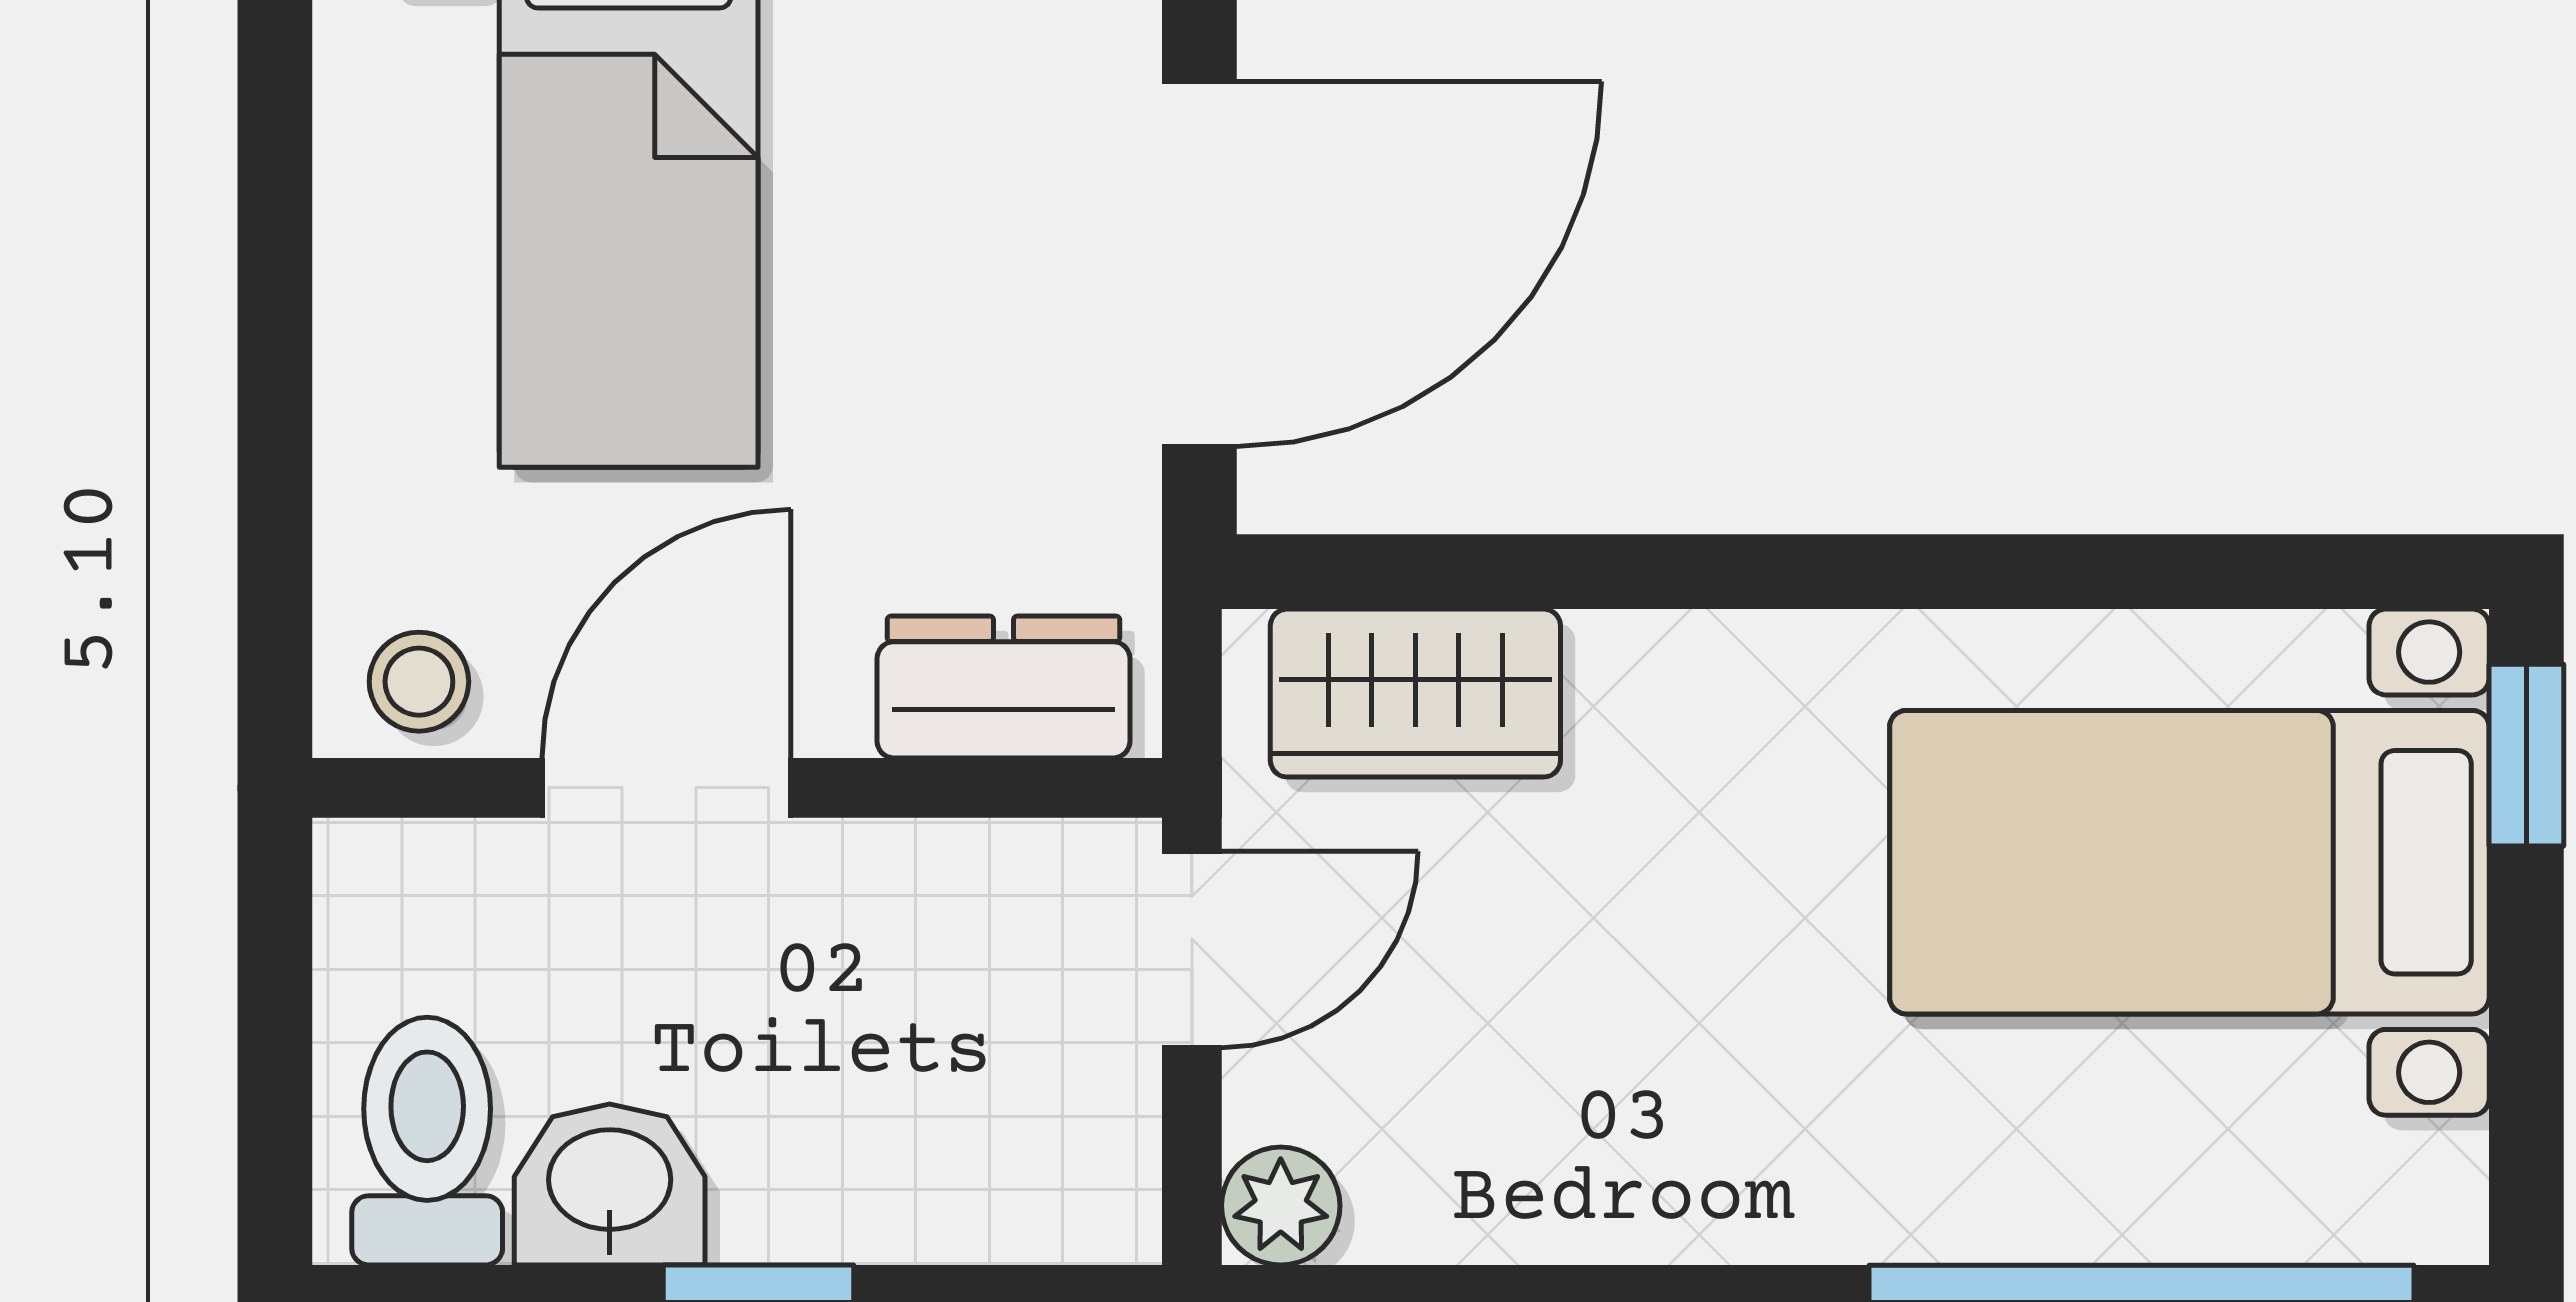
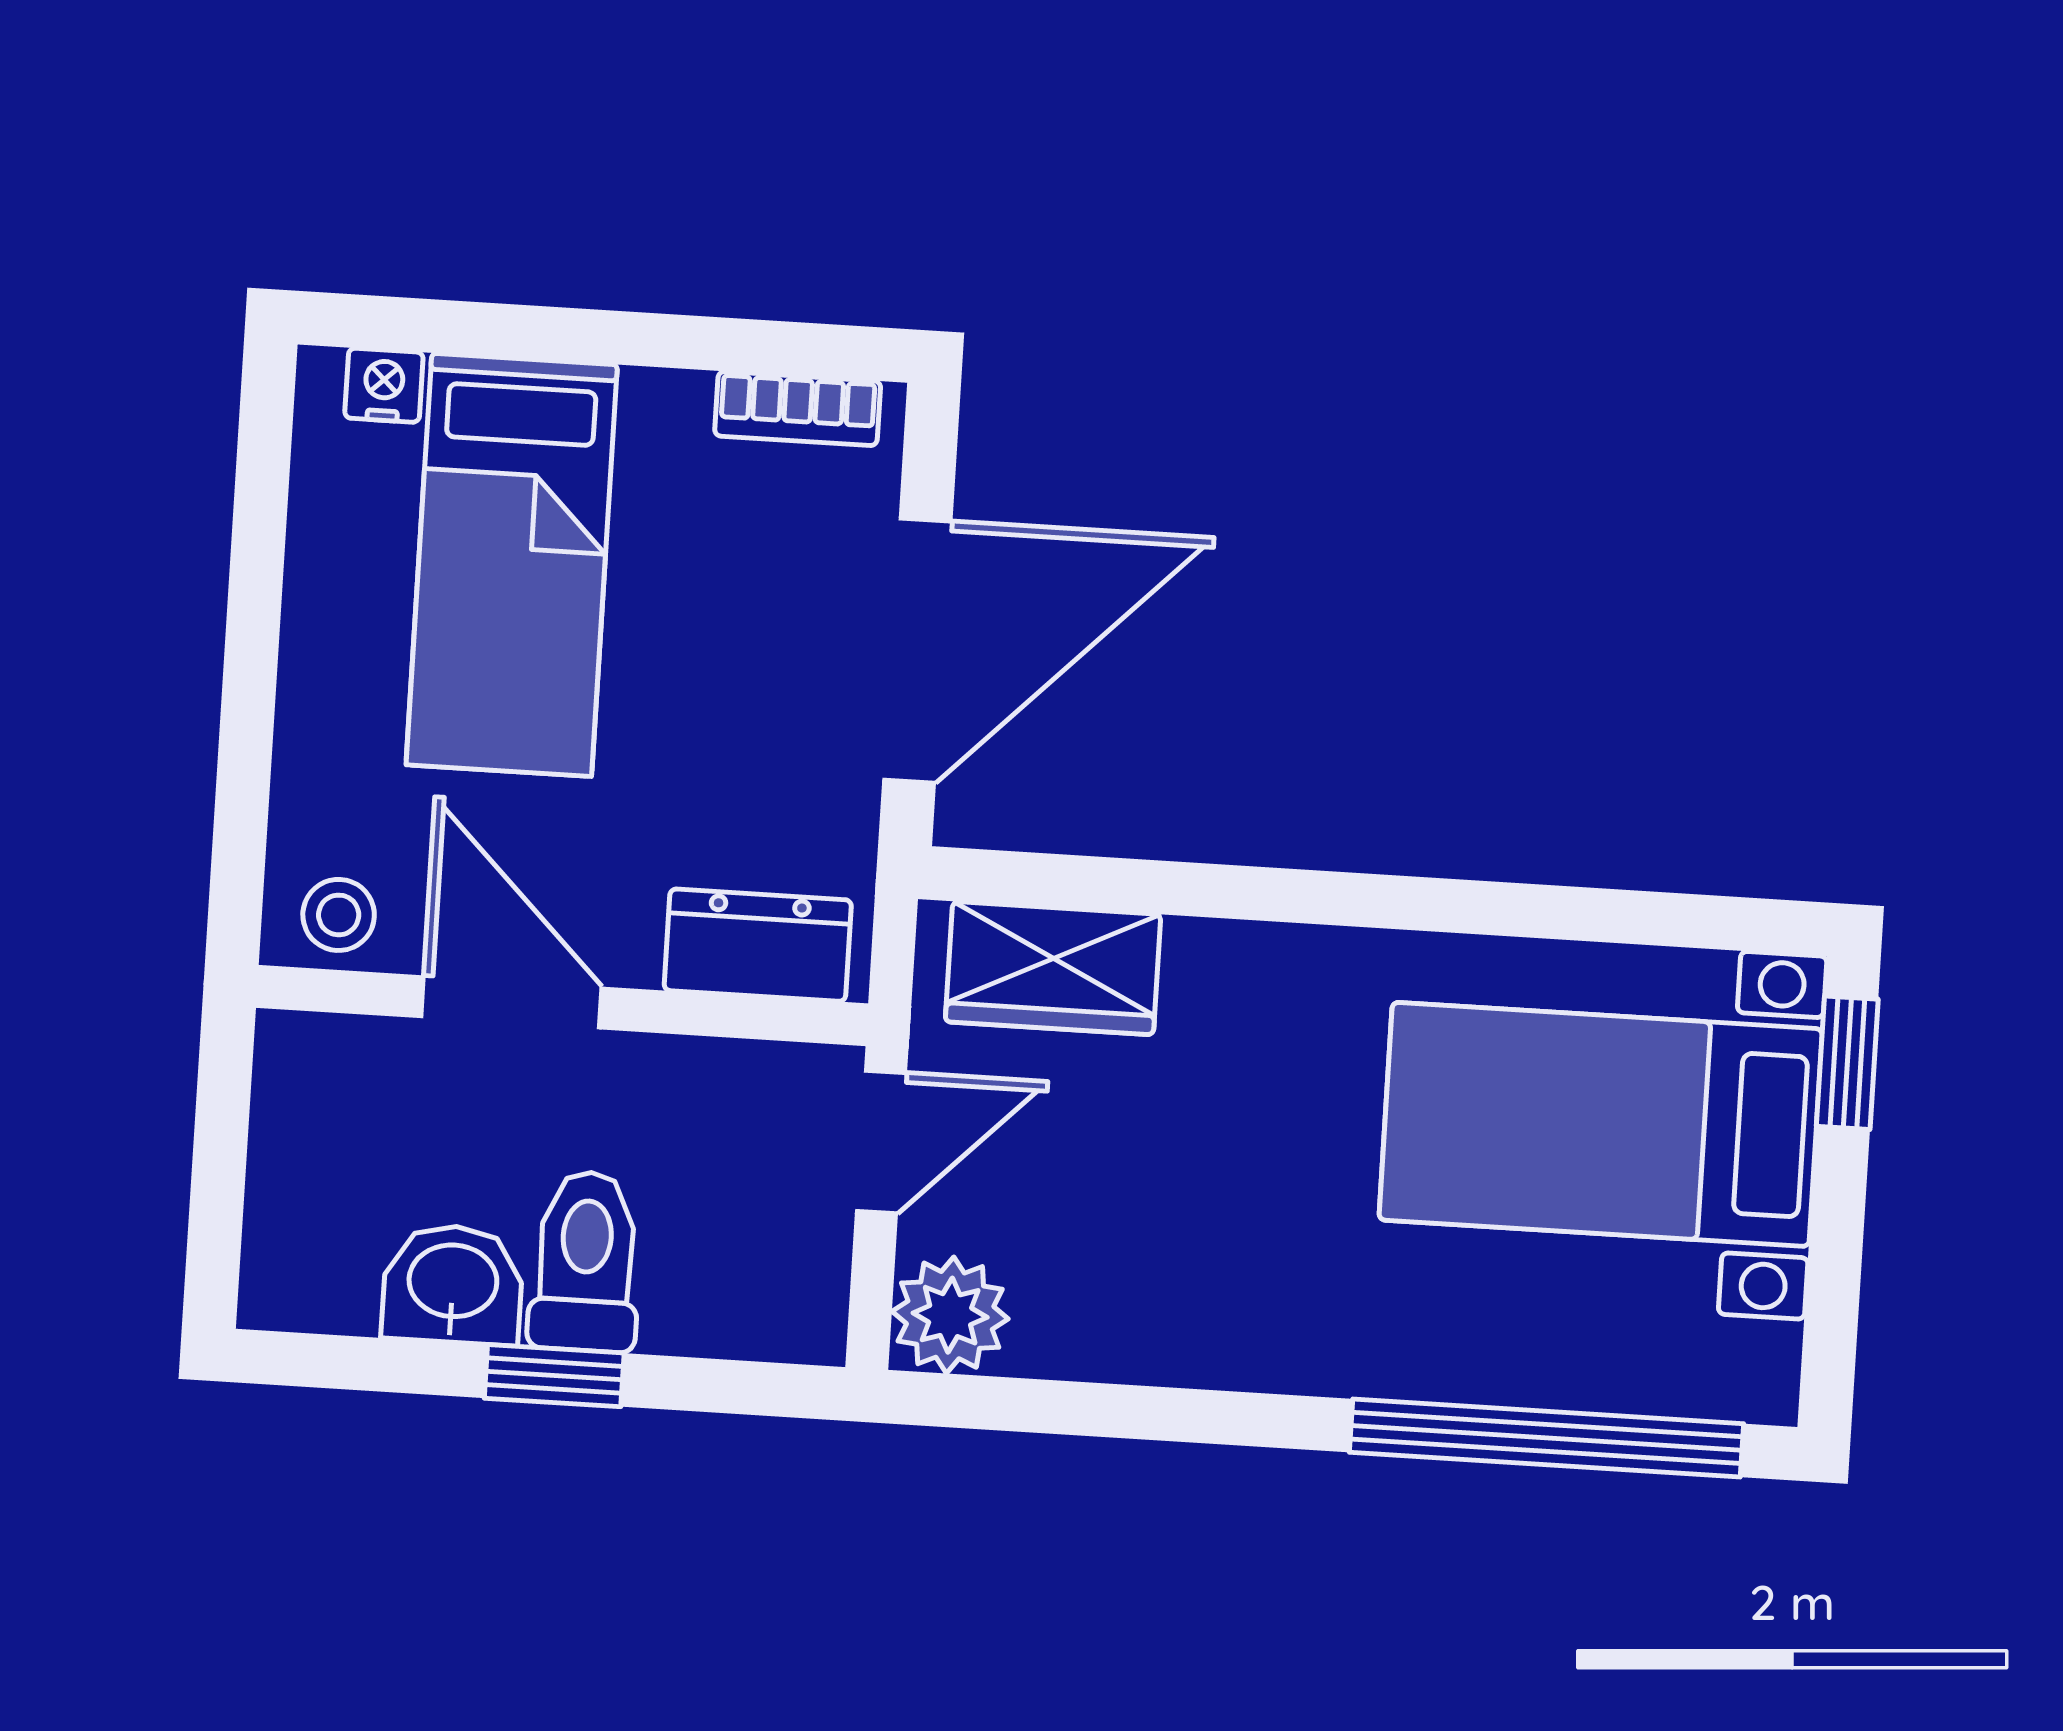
door: (666, 788) -> (511, 1002), hinge flipped
toilet: (427, 1141) -> (586, 1261), moved
plant: (1281, 1206) -> (950, 1315), width x1.38, depth x1.38

